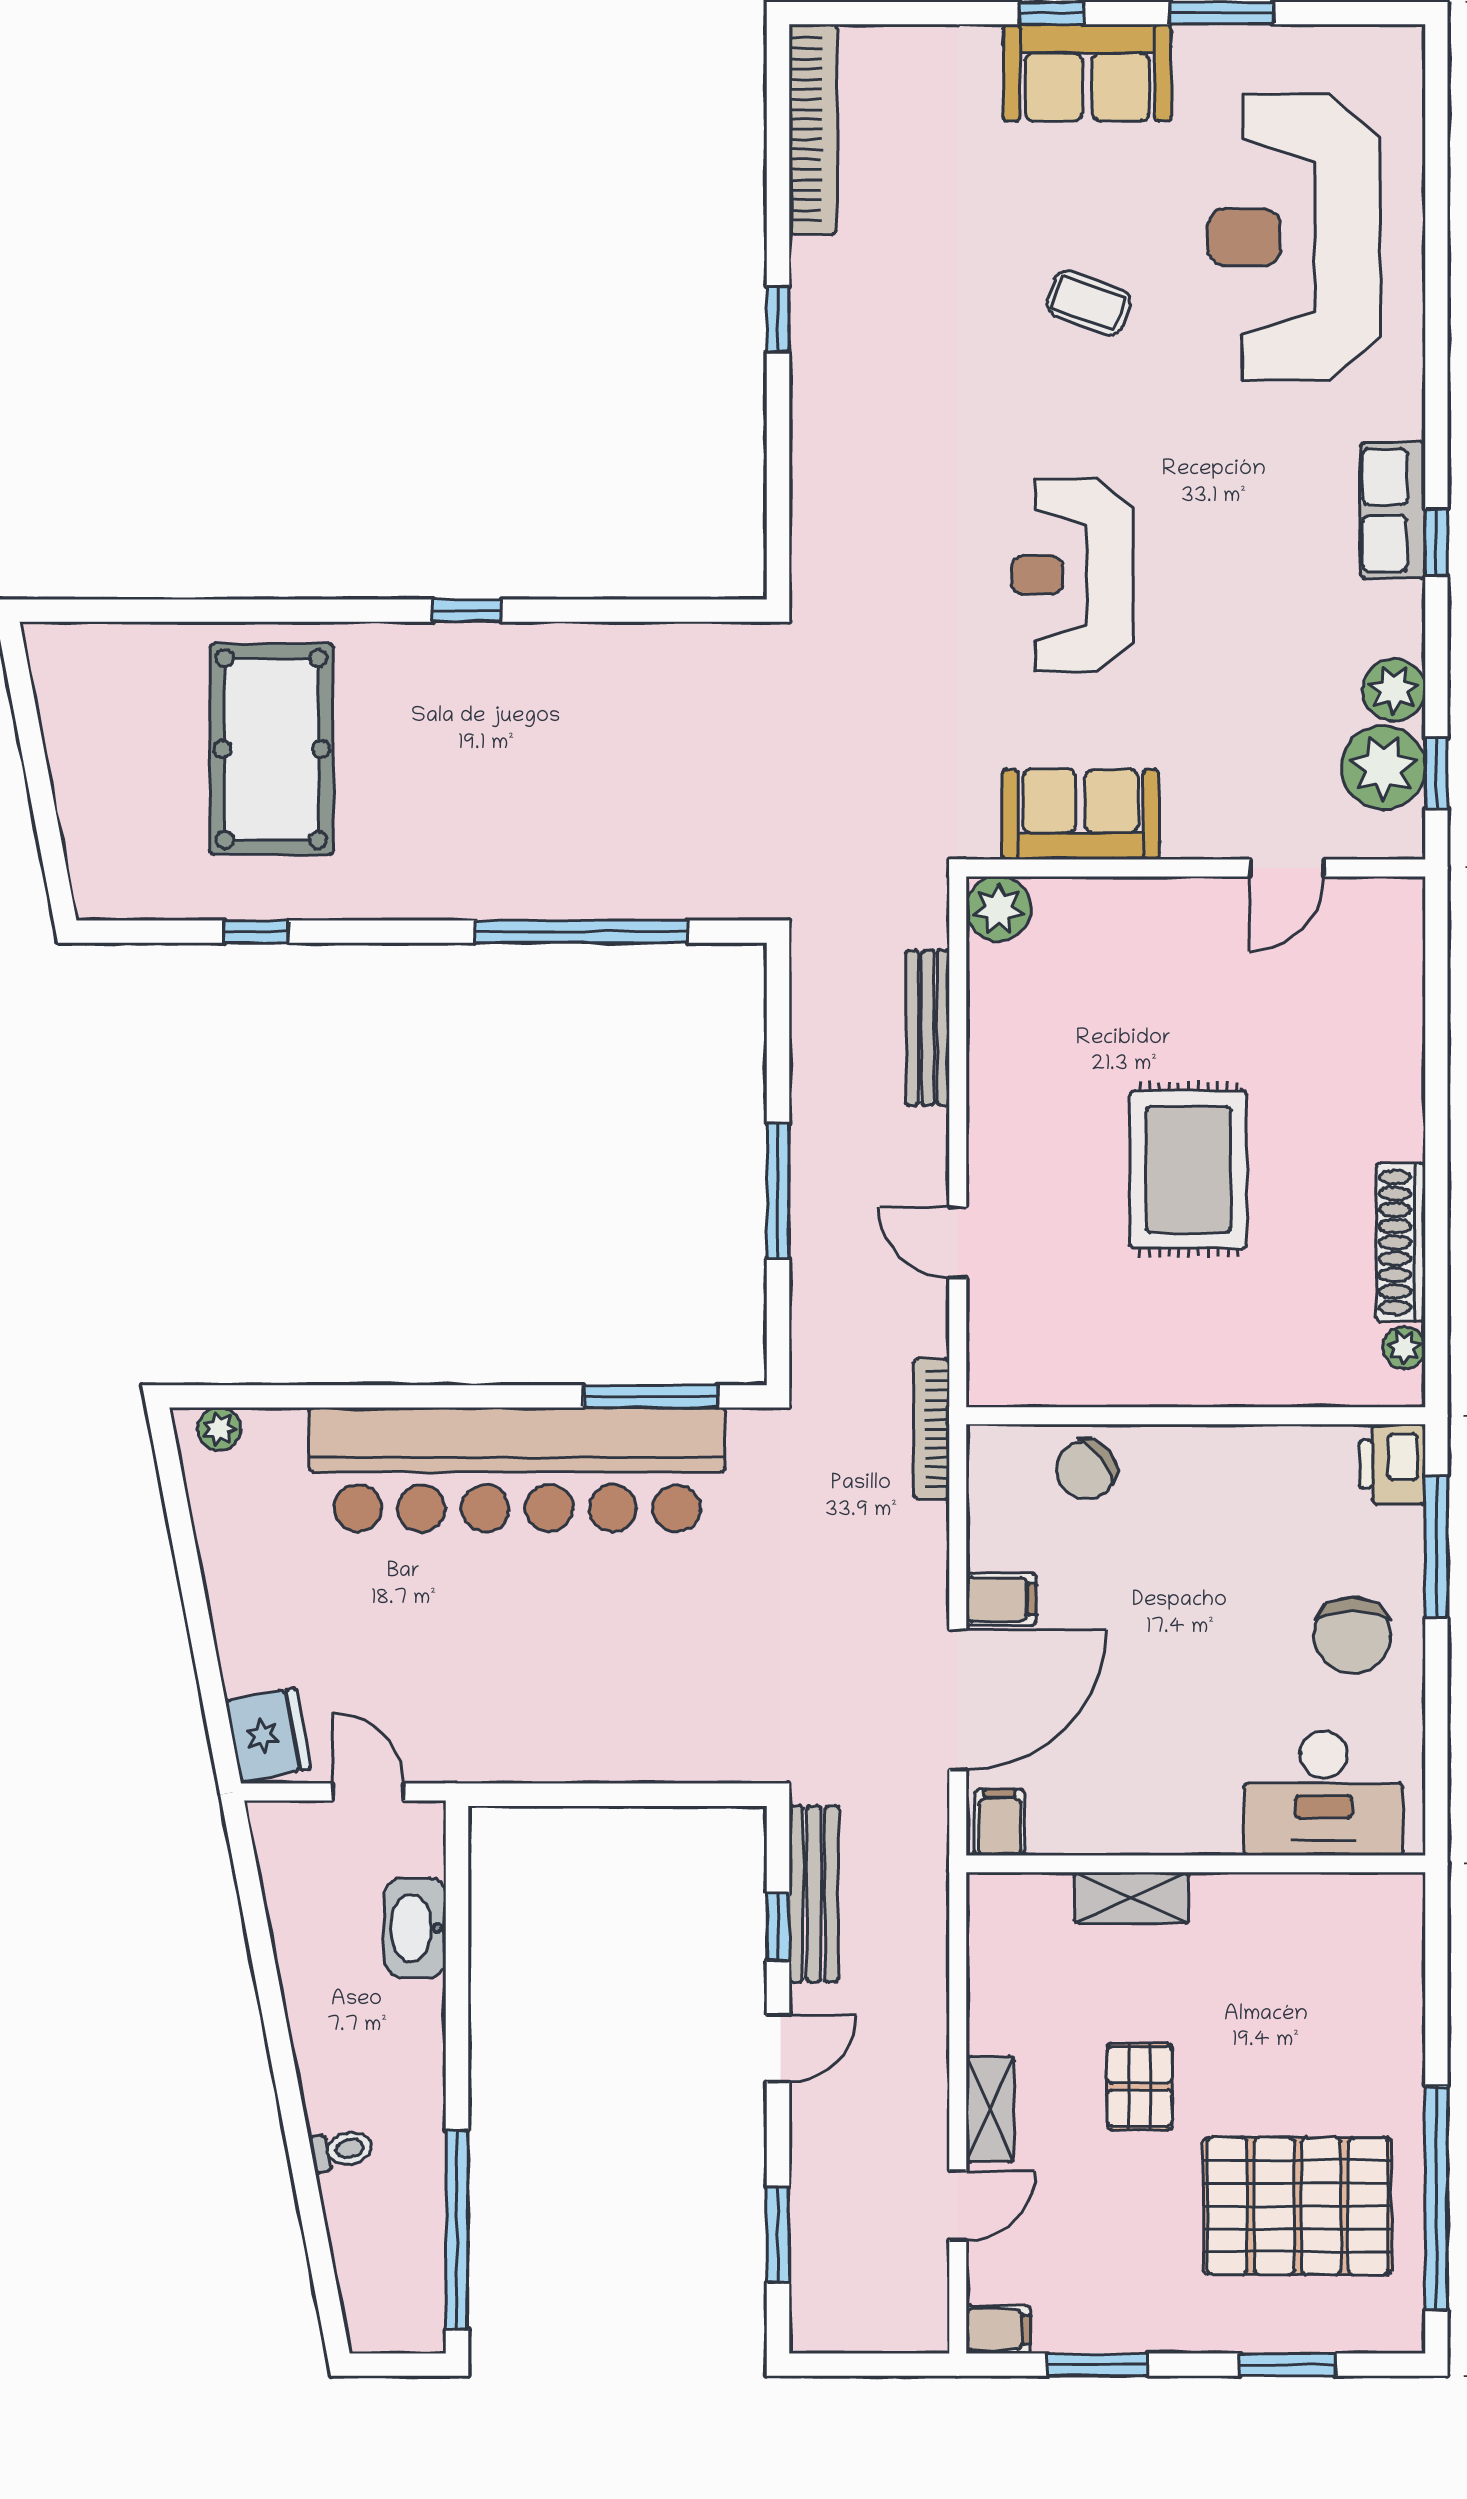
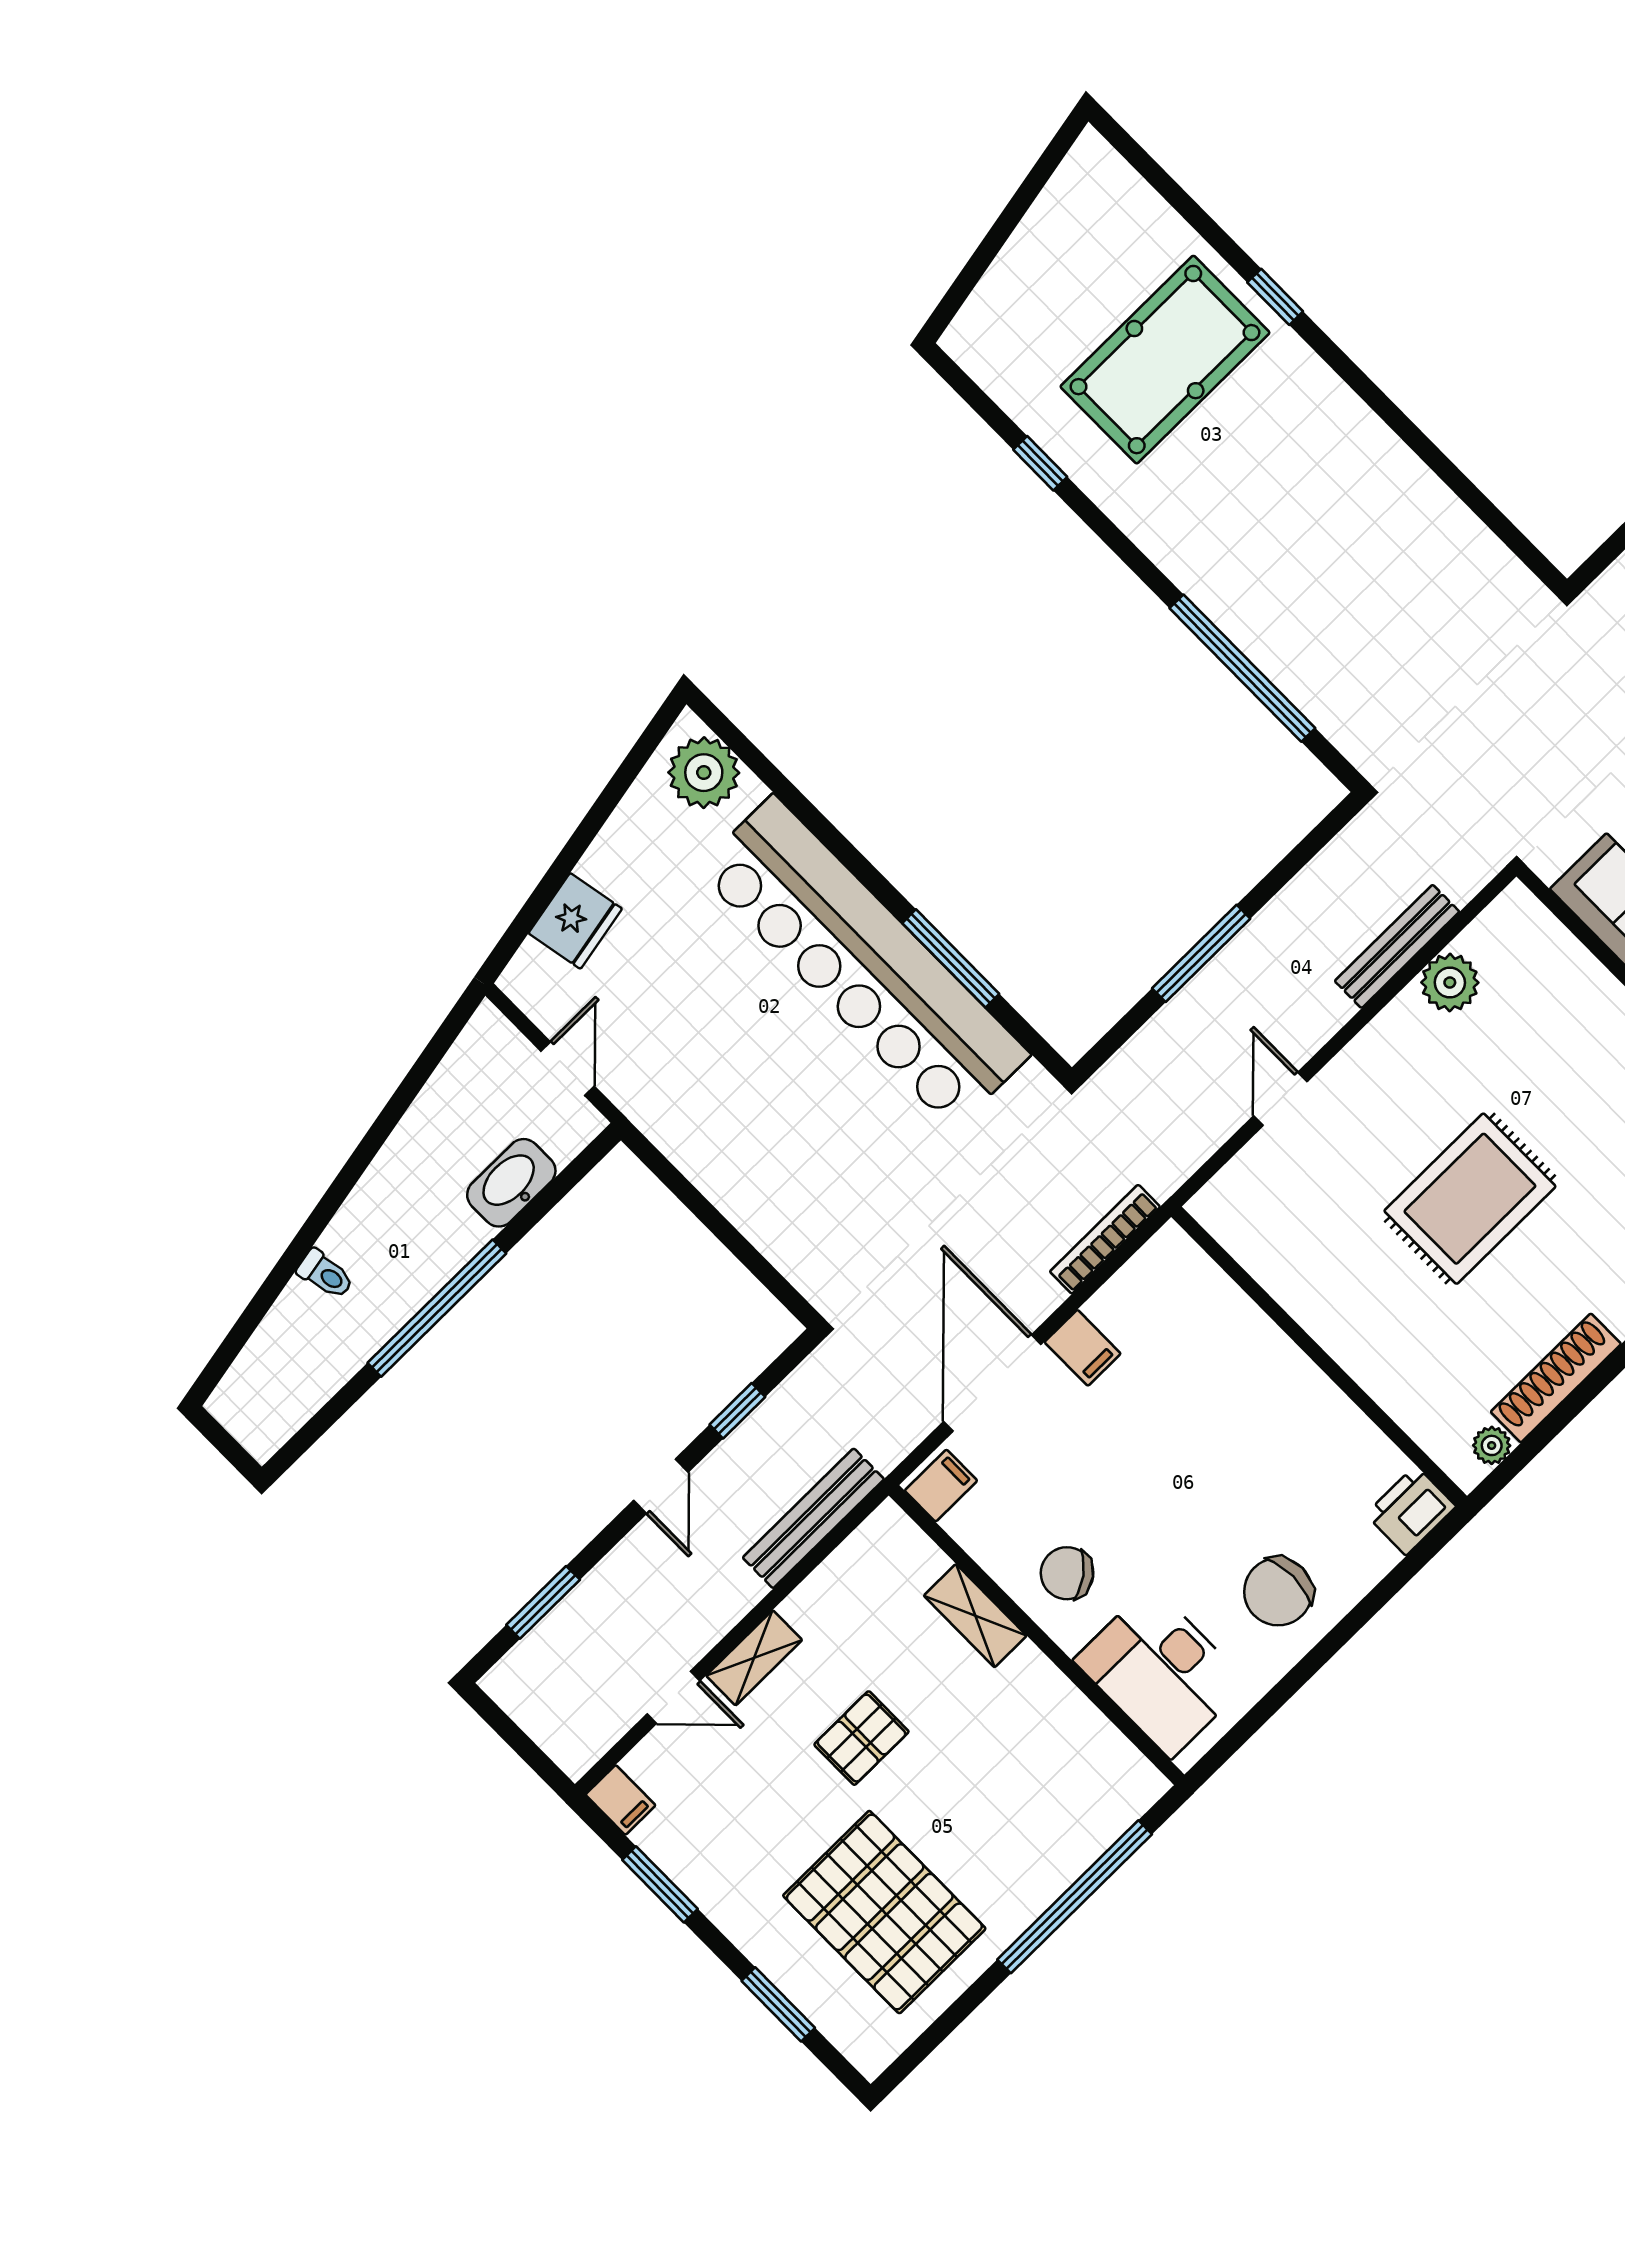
window: (467, 611) -> (1275, 297), moved
plant: (999, 909) -> (1450, 983), moved
window: (650, 1396) -> (951, 958), moved
plant: (219, 1429) -> (704, 773), width x1.88, depth x1.88
bookcase: (931, 1429) -> (1105, 1239), moved
chair: (1086, 1470) -> (1067, 1573), moved
window: (1436, 1547) -> (1386, 1590), removed
door: (958, 1700) -> (992, 1383), swing flipped
fridge: (268, 1735) -> (575, 921), moved
bench: (814, 1894) -> (813, 1518), moved
door: (778, 2048) -> (661, 1486), hinge flipped
window: (1436, 2198) -> (1075, 1897), moved
window: (457, 2230) -> (437, 1308), moved

